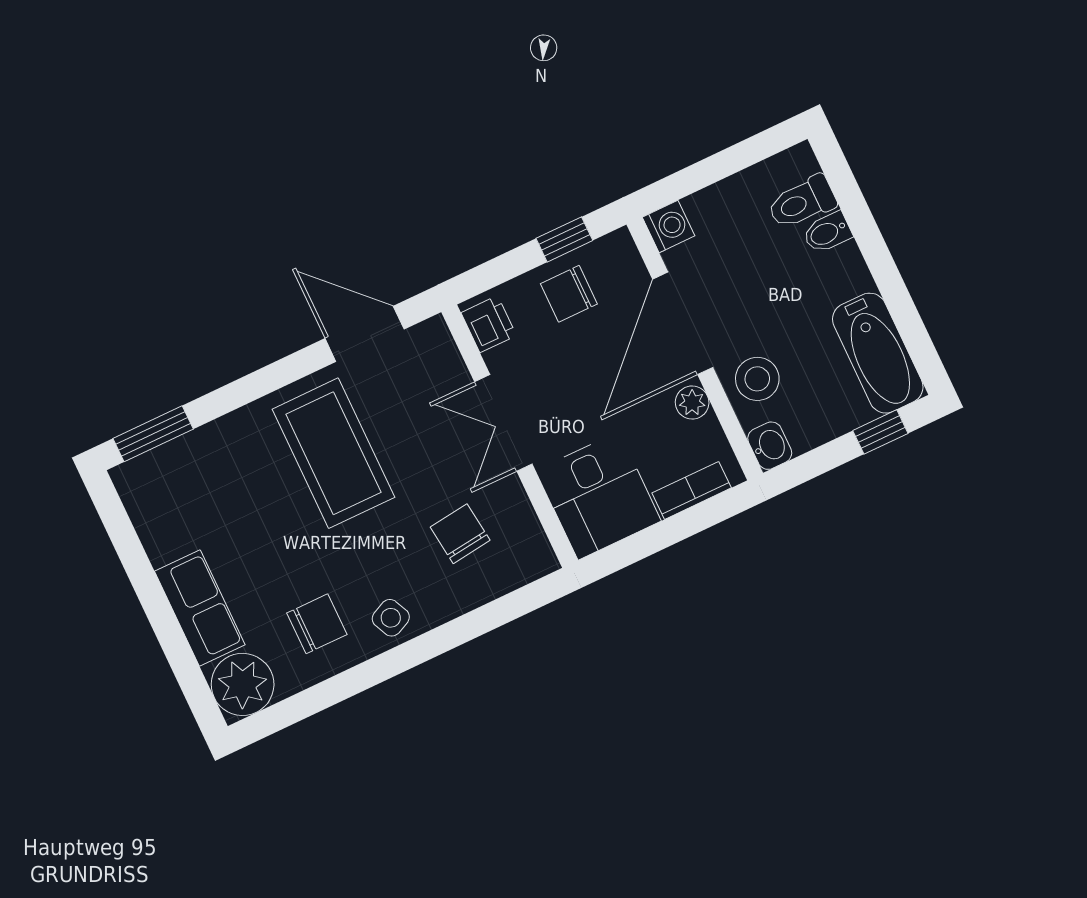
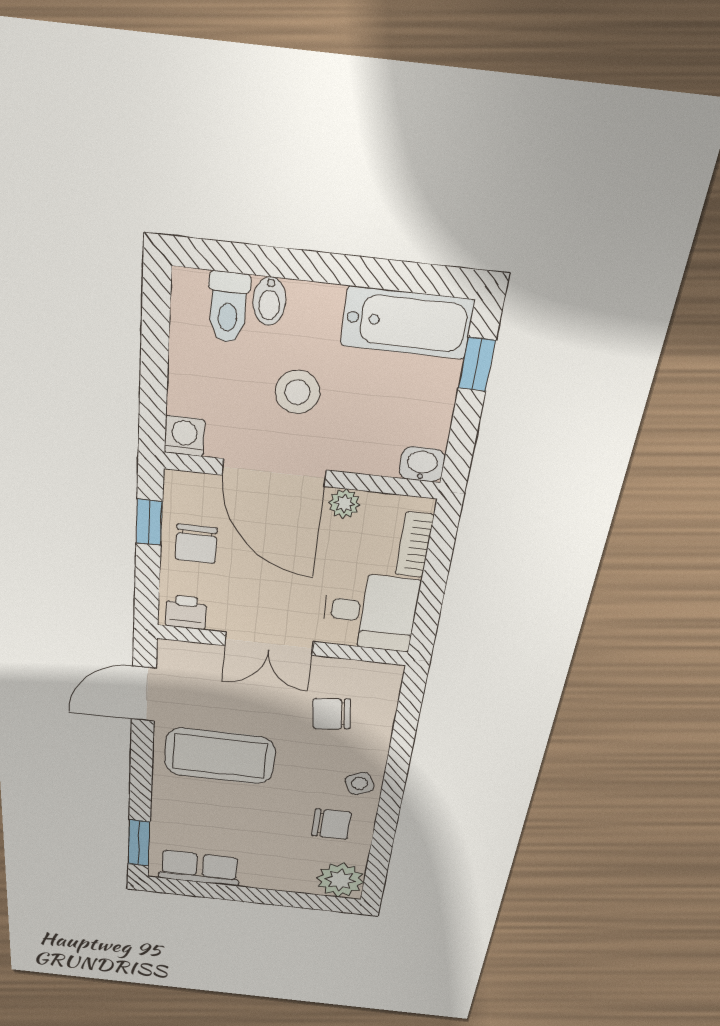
stool: (757, 379) -> (297, 392), moved
row of seats: (200, 608) -> (199, 868), moved
chair: (317, 624) -> (331, 824), turned 90

